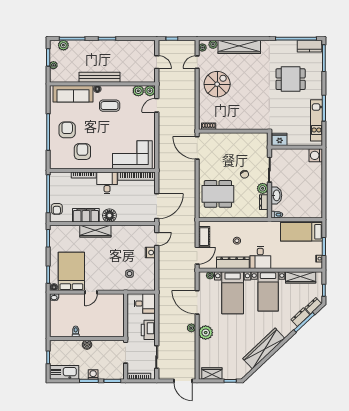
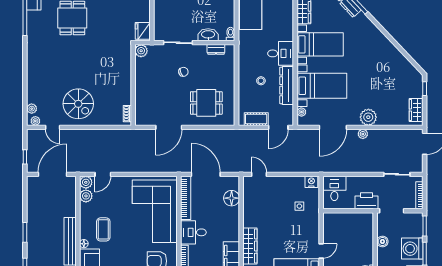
wardrobe: (239, 47) -> (35, 78), removed
door: (157, 62) -> (52, 174), width x1.87
spiral stairs: (217, 84) -> (78, 104), turned 180
door: (157, 105) -> (103, 174), hinge flipped
door: (197, 148) -> (169, 127), moved
corner sofa: (132, 155) -> (155, 211), width x1.36, depth x1.36
plant: (263, 188) -> (141, 51), moved
dining table: (218, 194) -> (206, 103), width x0.73
door: (157, 206) -> (206, 174), moved
floor lamp: (109, 215) -> (232, 198), moved
nightstand: (150, 253) -> (311, 182), moved
door: (197, 256) -> (278, 127), swing flipped
door: (91, 292) -> (321, 251), hinge flipped
printer: (148, 330) -> (366, 201), moved, turned 180
boiler: (87, 345) -> (382, 241), moved
wardrobe: (264, 349) -> (387, 49), removed
washing machine: (93, 374) -> (412, 249), width x1.89, depth x1.89

